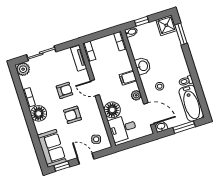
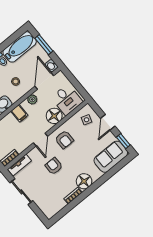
sliding door: (41, 53) -> (21, 192), moved
plant: (23, 69) -> (50, 211), removed
armchair: (72, 115) -> (64, 140), moved

